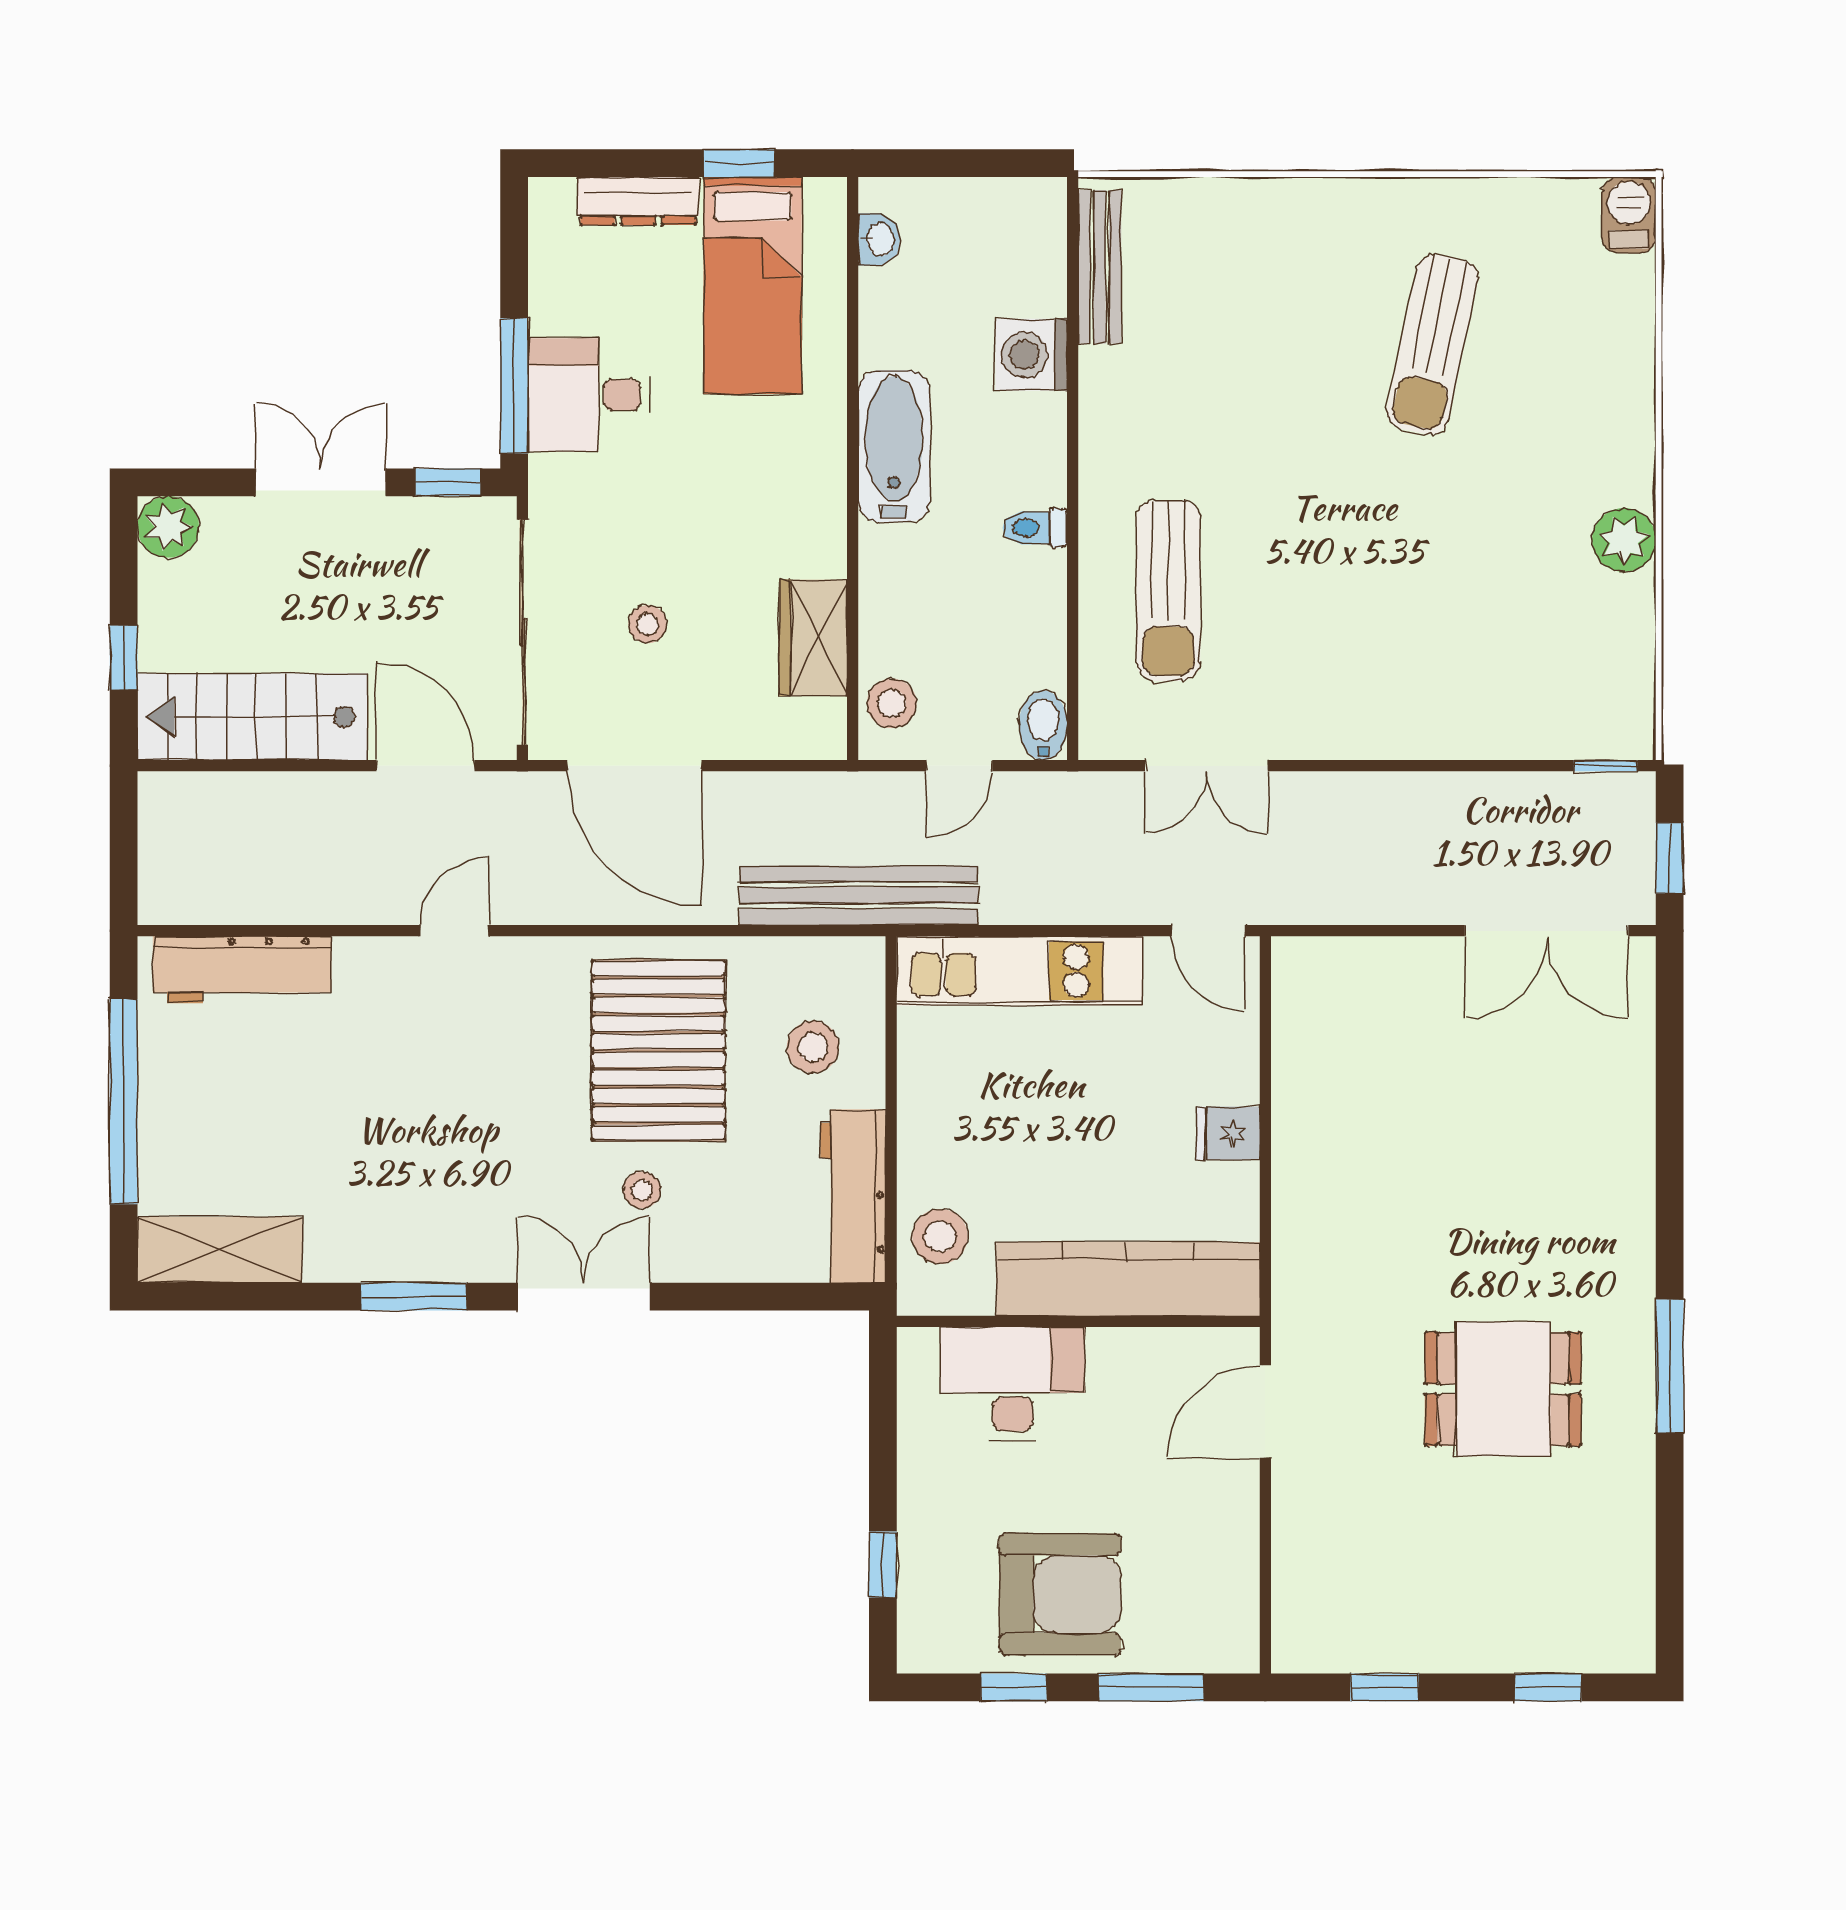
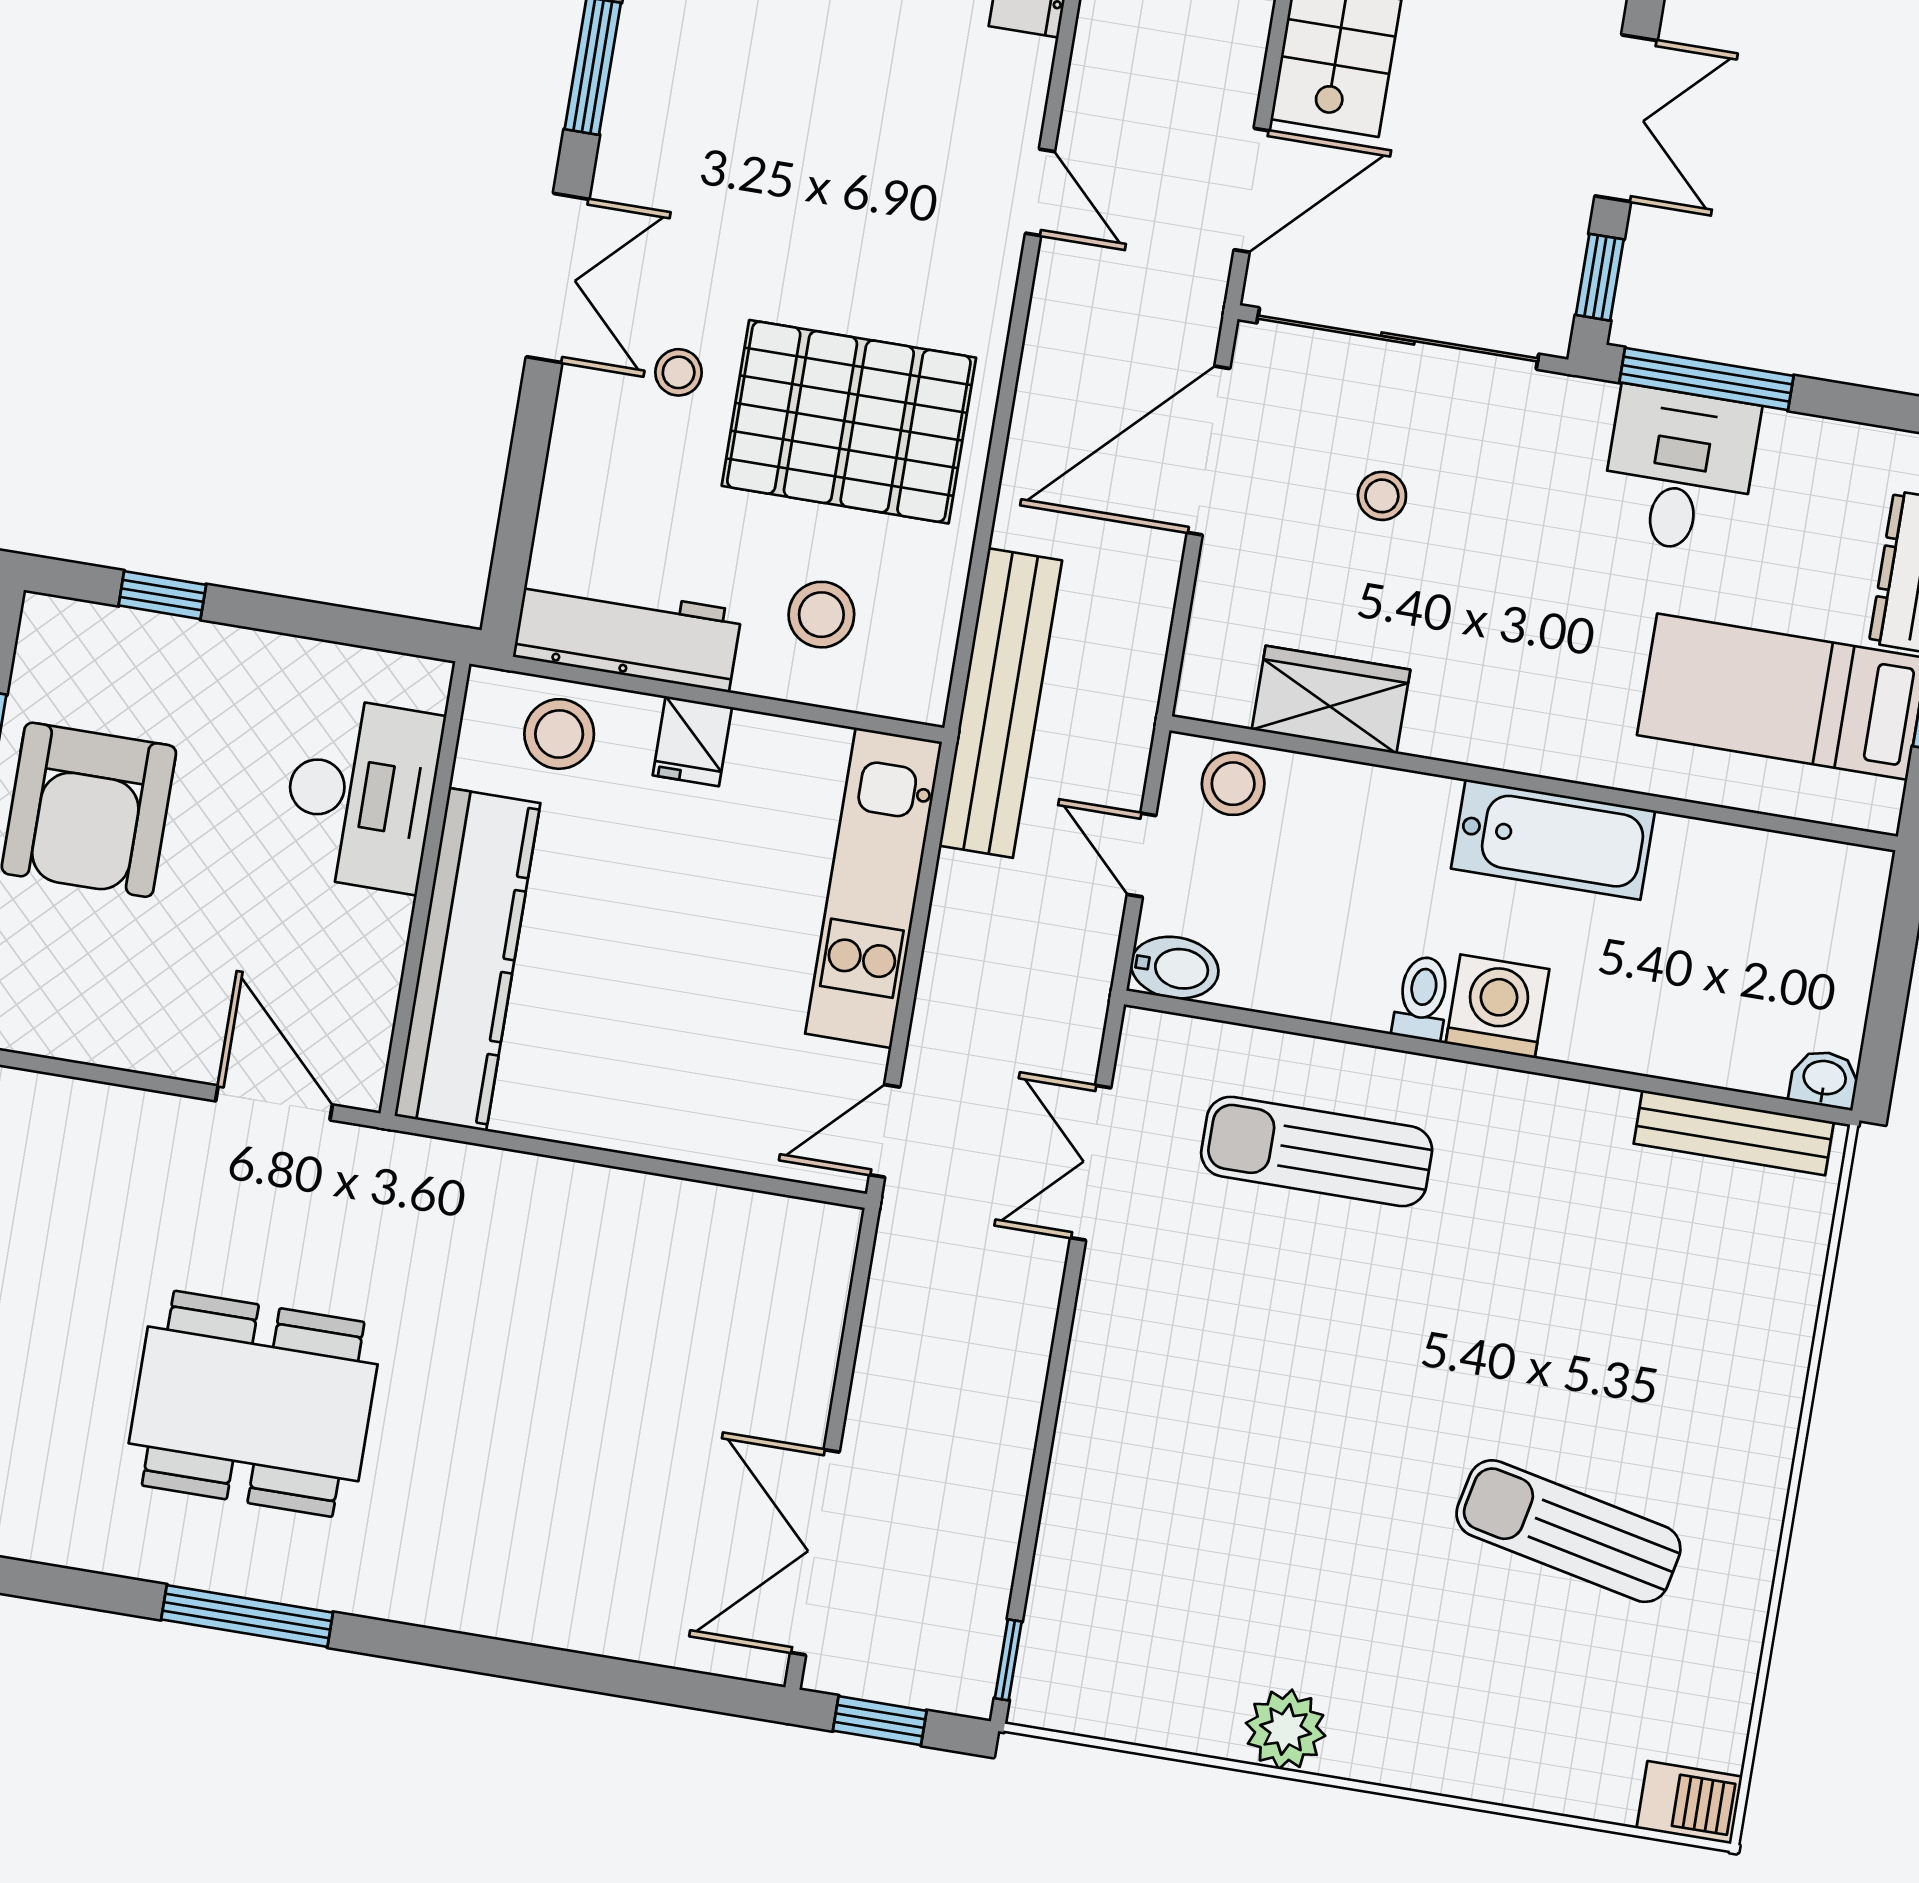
washbasin: (879, 239) -> (1824, 1079), moved, turned 180
washing machine: (1031, 355) -> (1498, 1006), moved
fridge: (1228, 1133) -> (692, 741), moved, turned 180
dining table: (1503, 1389) -> (253, 1404), width x1.38

